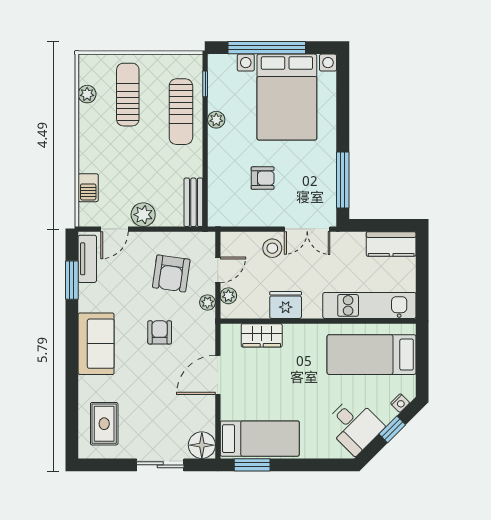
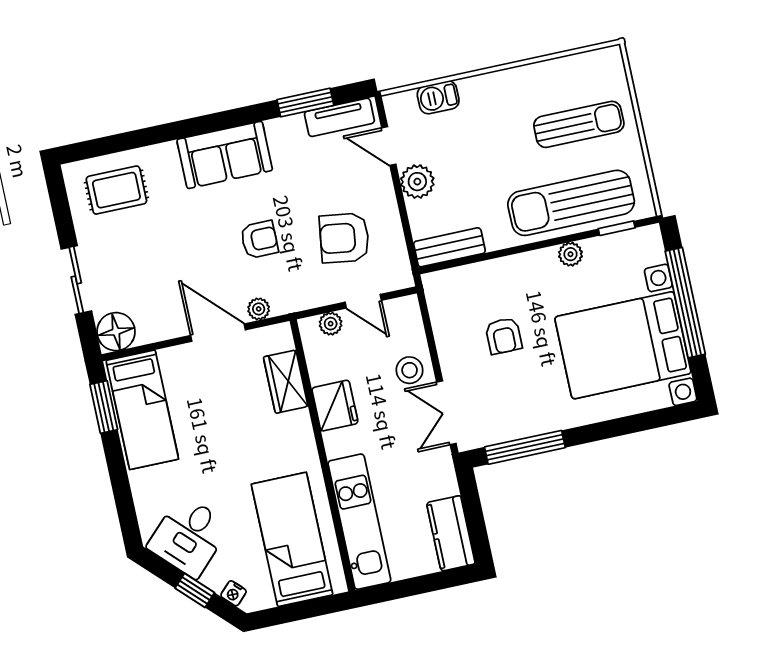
plant: (87, 94) -> (567, 68), removed
sun lounger: (181, 112) -> (571, 203), width x1.36, depth x1.34
plant: (207, 302) -> (259, 309), moved

